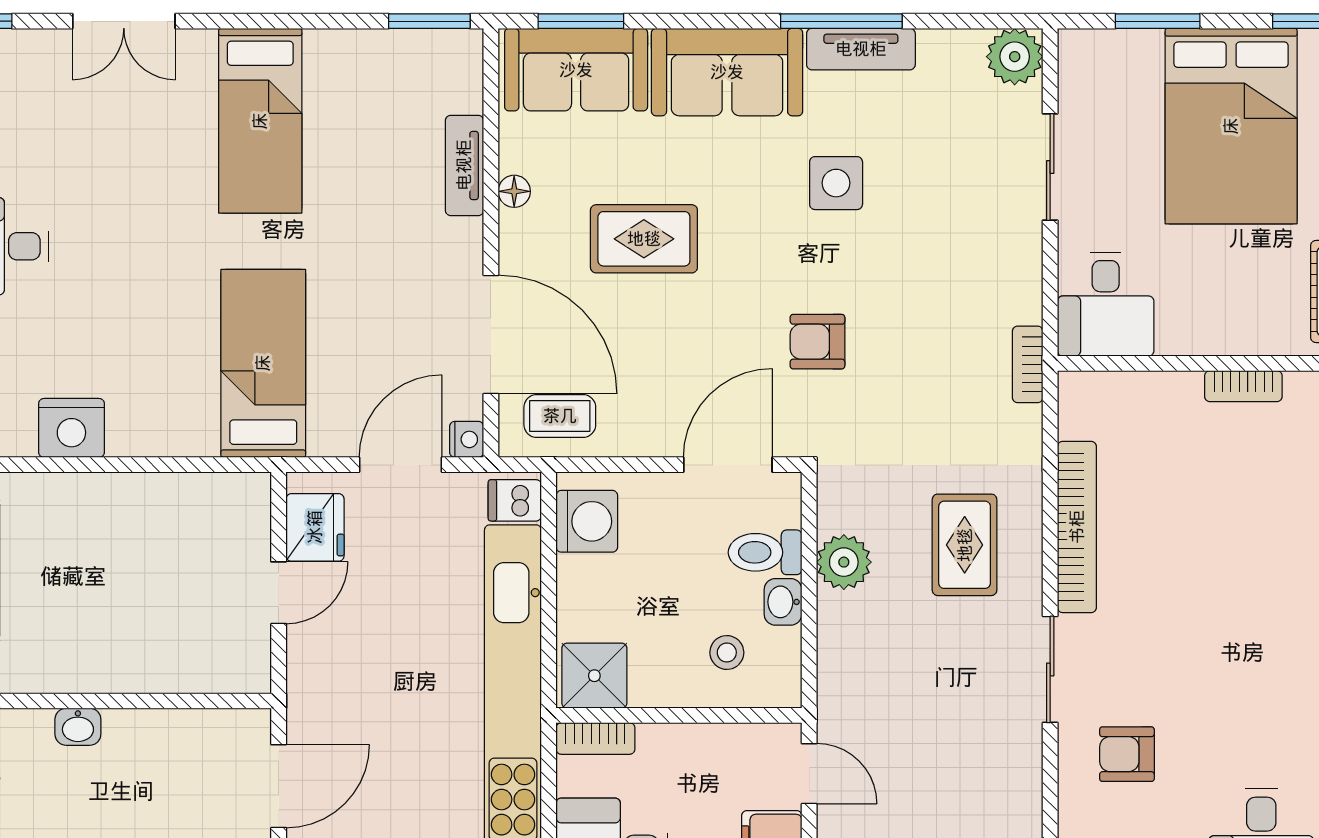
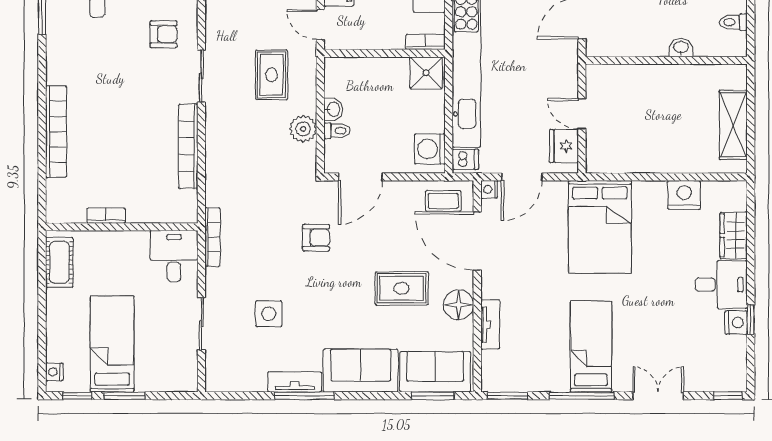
window: (279, 21) -> (582, 396), added
window: (1158, 21) -> (125, 396), moved
plant: (1015, 57) -> (219, 378), removed
bed: (1231, 126) -> (112, 344), width x0.67
side table: (836, 183) -> (269, 314), moved
floor lamp: (514, 191) -> (459, 305), width x1.89, depth x1.89
bed: (263, 363) -> (600, 227), width x1.50
bookcase: (1028, 364) -> (212, 237), width x1.56
rug: (965, 545) -> (272, 75), moved
toilet: (765, 552) -> (337, 131), width x0.73, depth x0.72
door: (279, 593) -> (582, 114), hinge flipped
stool: (727, 653) -> (361, 84), removed

